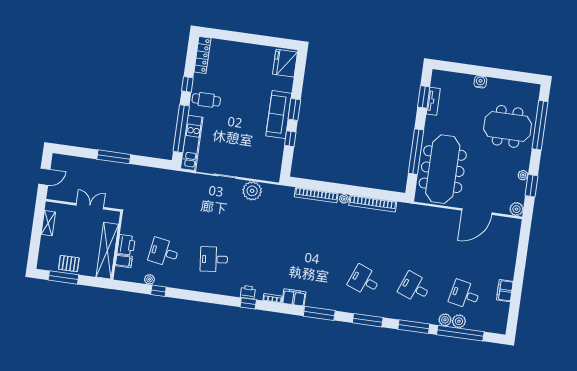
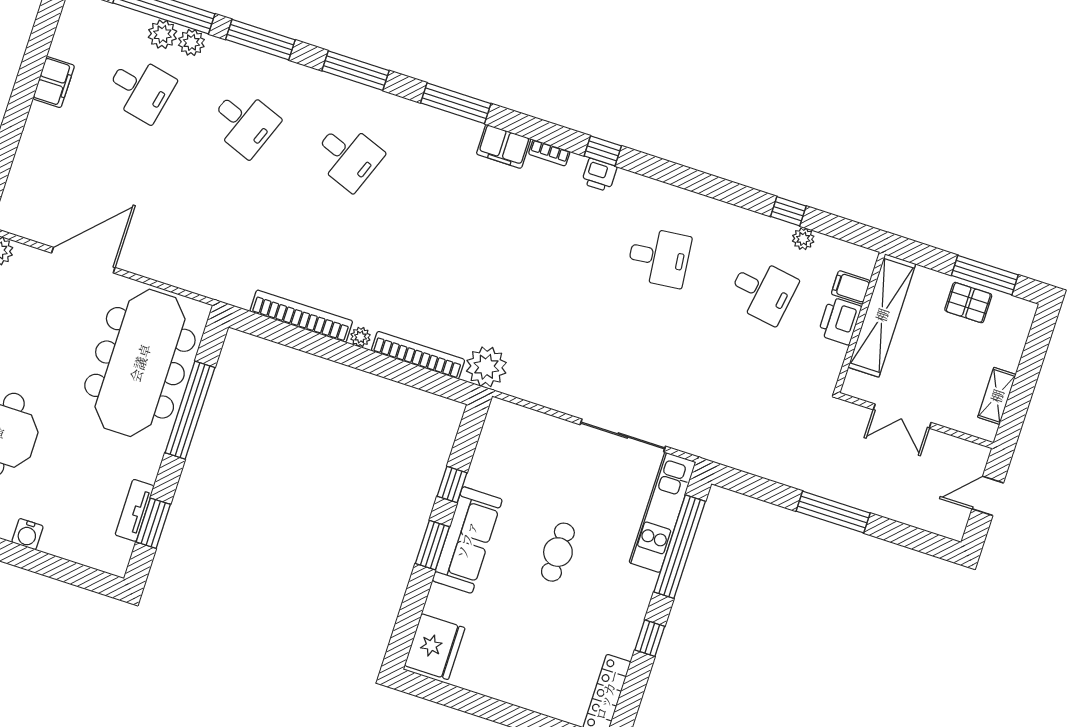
cafe table: (206, 100) -> (558, 552), moved, turned 90
plant: (252, 191) -> (486, 367), moved

